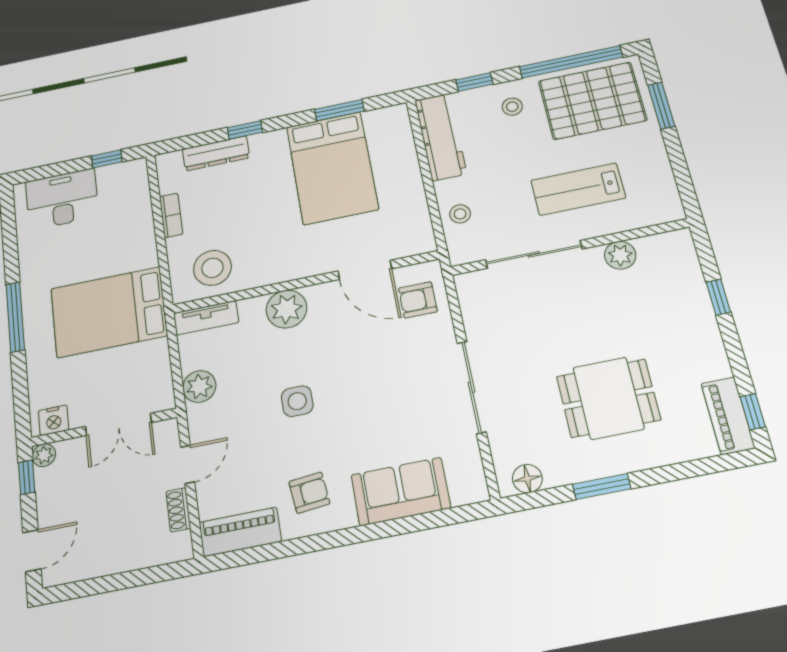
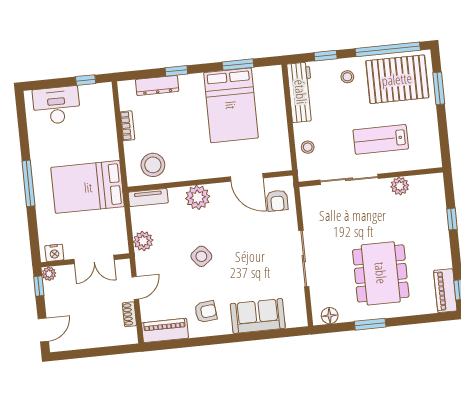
armchair: (418, 300) -> (277, 201), turned -90
dining table: (608, 398) -> (381, 273), width x1.38
side table: (297, 401) -> (201, 256), turned -38

